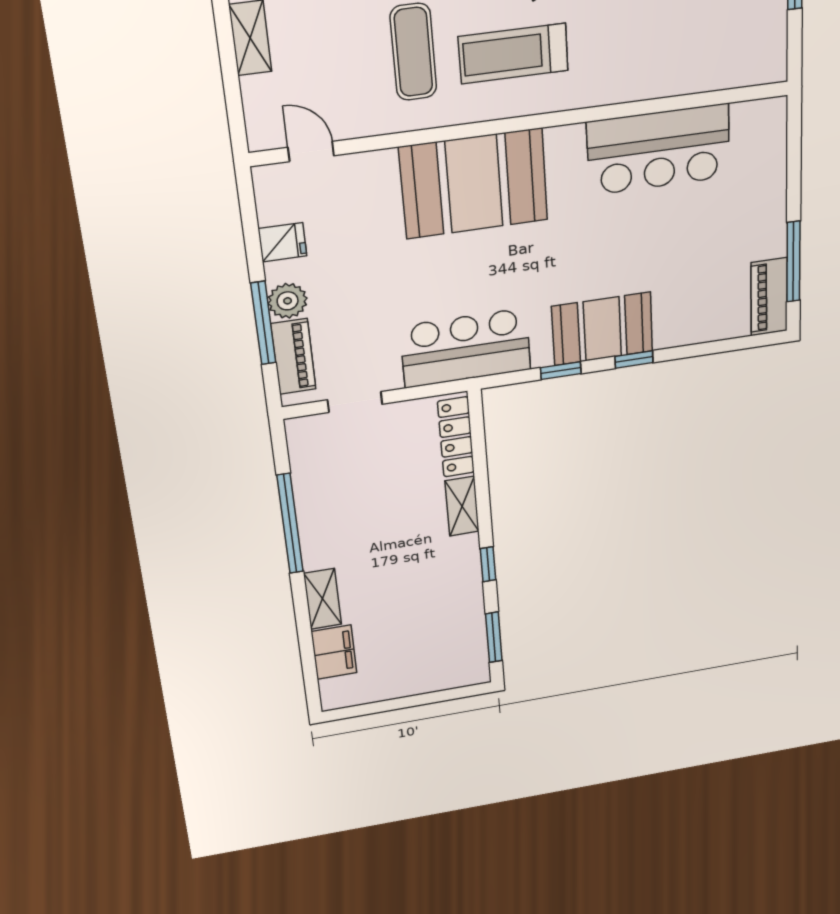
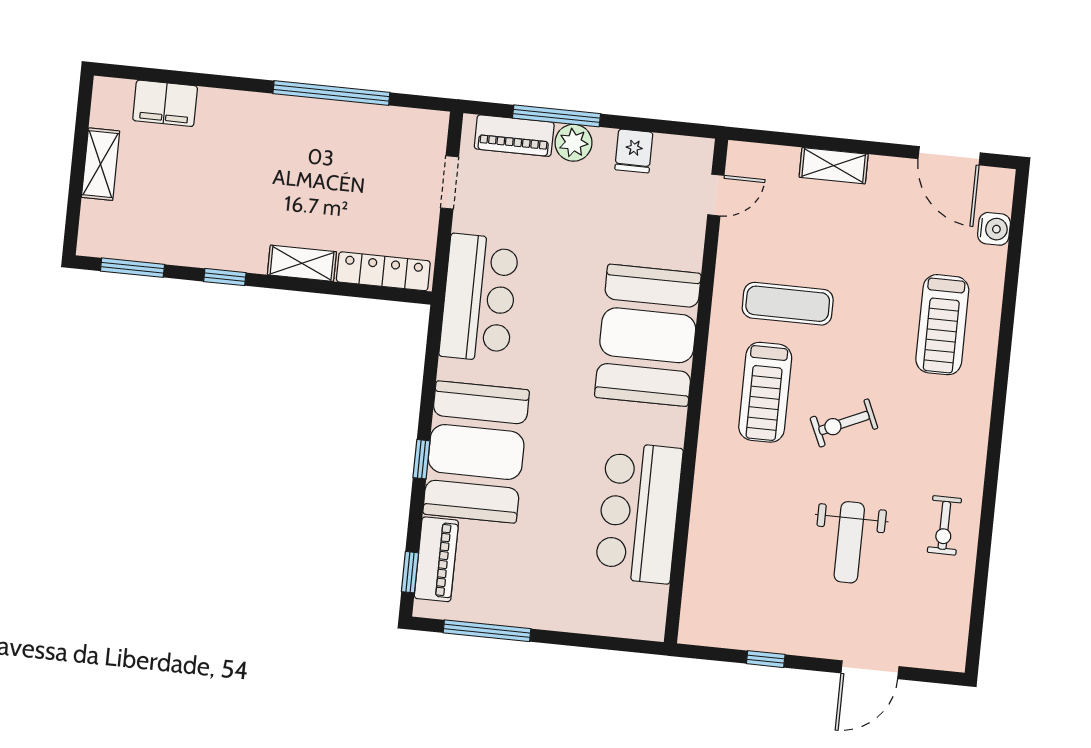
treadmill: (513, 54) -> (765, 392), turned 180
piano: (769, 297) -> (436, 559), moved, turned 90
booth: (602, 329) -> (476, 452), width x1.36, depth x1.42
window: (561, 371) -> (410, 572), moved
shelving: (322, 599) -> (101, 164), moved, turned 90

